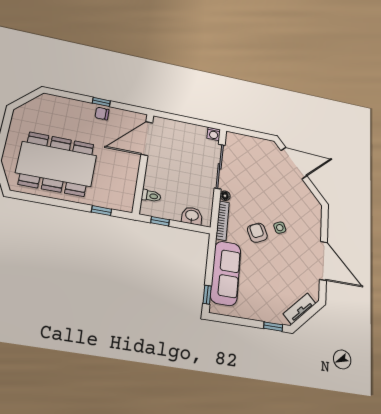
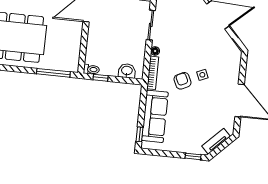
sliding door: (220, 166) -> (151, 25), width x0.73
toilet: (151, 196) -> (91, 69), moved
window: (101, 211) -> (53, 73), width x2.17

